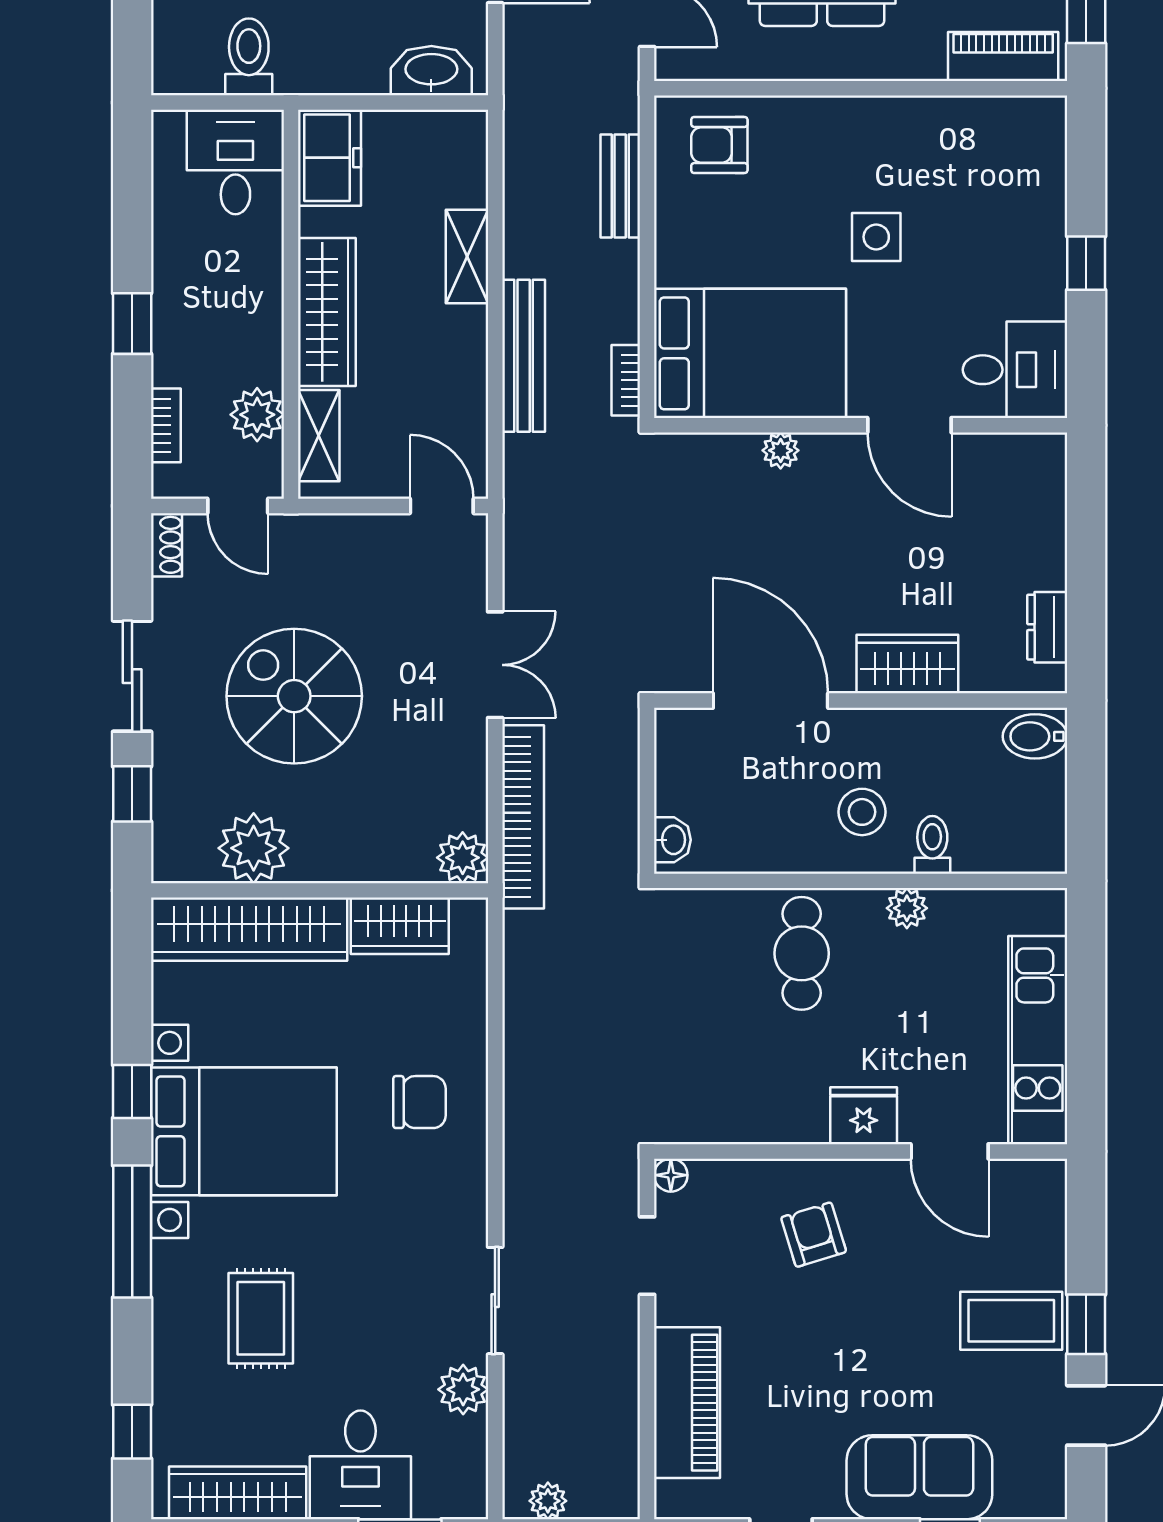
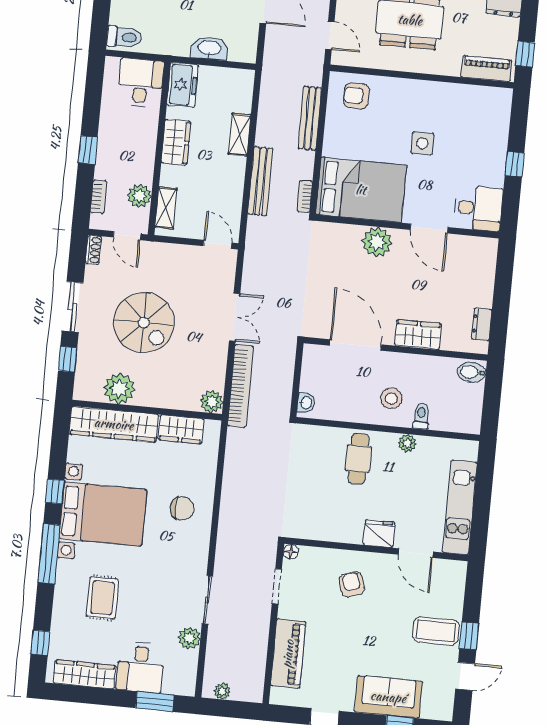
toilet: (249, 57) -> (124, 37), moved, turned 90
washbasin: (431, 71) -> (209, 48), moved
bench: (620, 186) -> (310, 118), width x1.36
wardrobe: (327, 312) -> (176, 142), width x0.67
plant: (781, 450) -> (377, 242), width x1.88, depth x1.88
spiral stairs: (294, 696) -> (144, 323), turned 180

